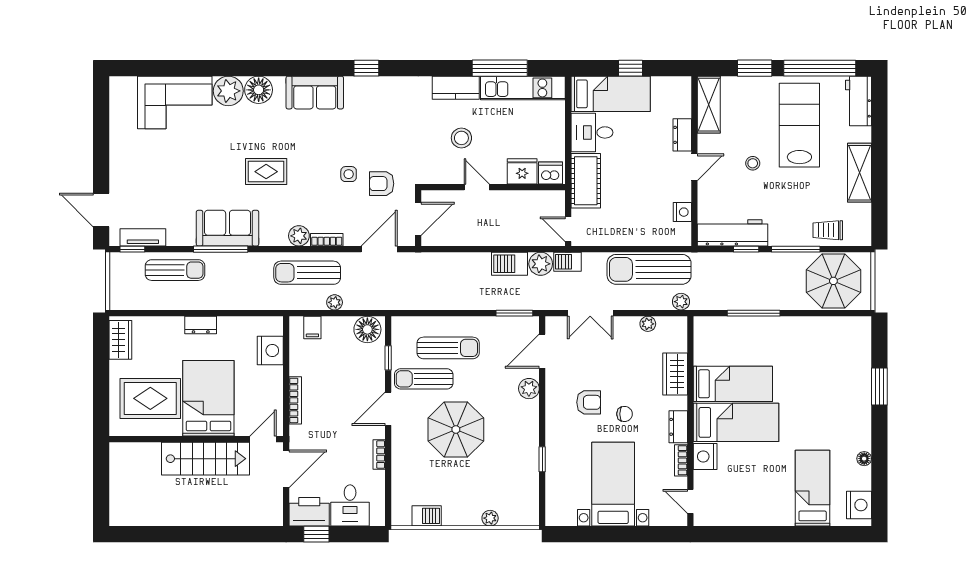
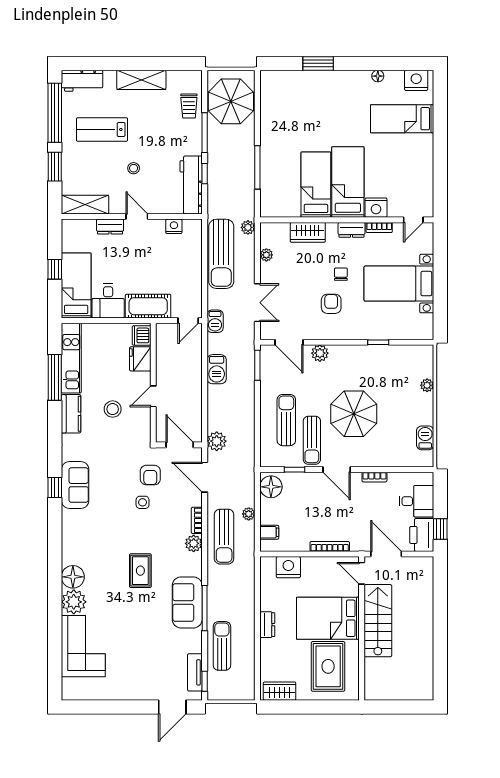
sofa: (315, 93) -> (75, 485), moved
lab bench: (799, 125) -> (102, 130), width x0.73, depth x0.72
plant: (541, 264) -> (217, 441), moved

